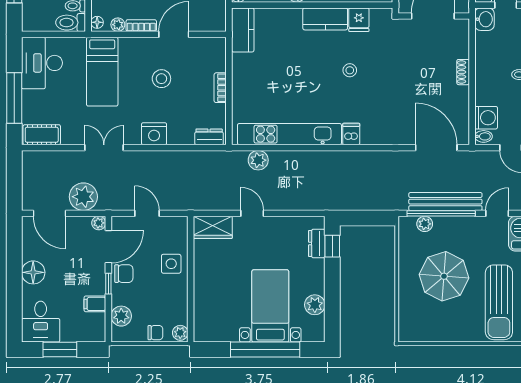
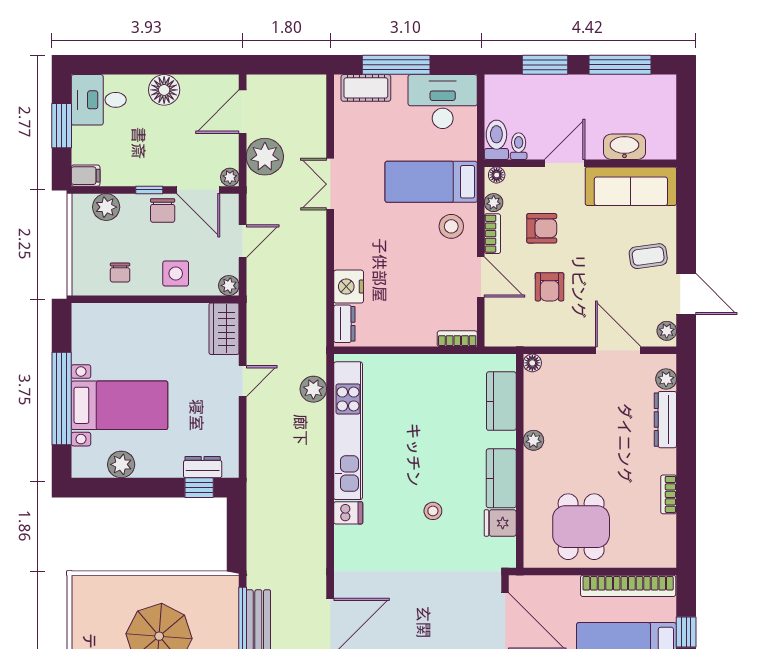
kitchen counter: (243, 30) -> (501, 401), moved, turned 90
stool: (161, 79) -> (451, 226), moved
bookcase: (220, 88) -> (457, 339), moved
nightstand: (154, 134) -> (349, 287), moved
cot: (42, 135) -> (366, 88), moved, turned 90
double door: (104, 148) -> (330, 184), swing flipped
plant: (425, 224) -> (229, 611), removed
filing cabinet: (95, 304) -> (86, 176), moved, turned 90
chair: (155, 333) -> (120, 273), moved
plant: (180, 333) -> (229, 286), moved

